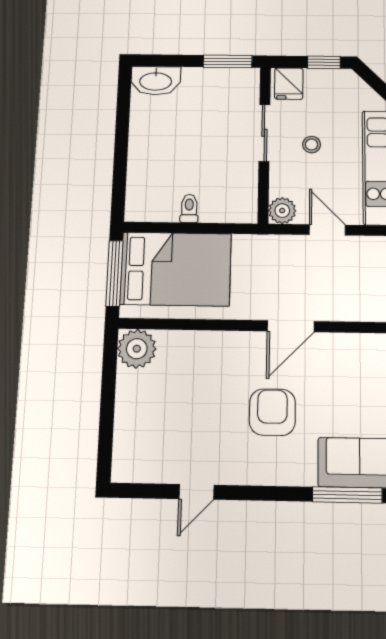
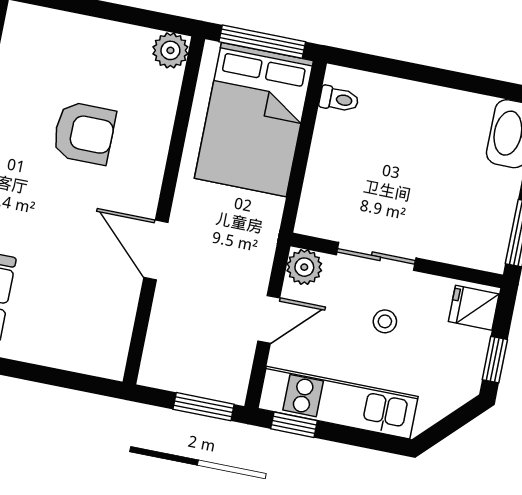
sliding door: (264, 133) -> (376, 256), moved
toilet: (189, 208) -> (339, 99), moved
plant: (137, 349) -> (170, 50), width x0.73, depth x0.73
armchair: (272, 412) -> (84, 133), moved

